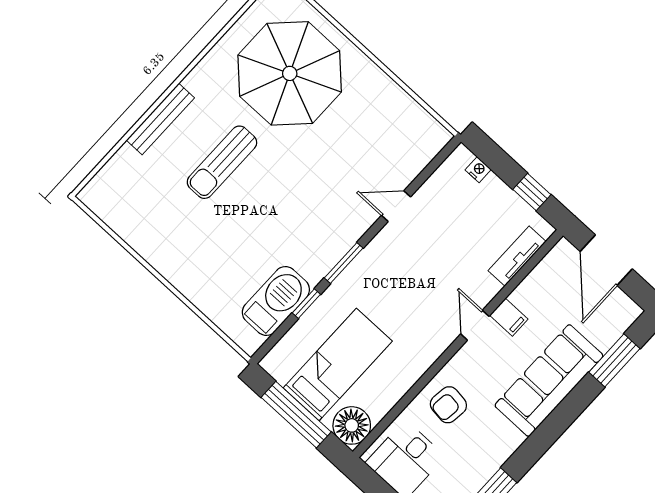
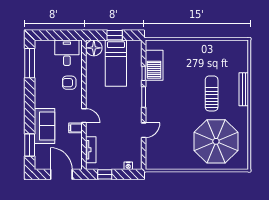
sofa: (549, 381) -> (44, 126), width x0.73
armchair: (448, 405) -> (69, 83), turned -97
window: (296, 415) -> (115, 35), width x0.46

